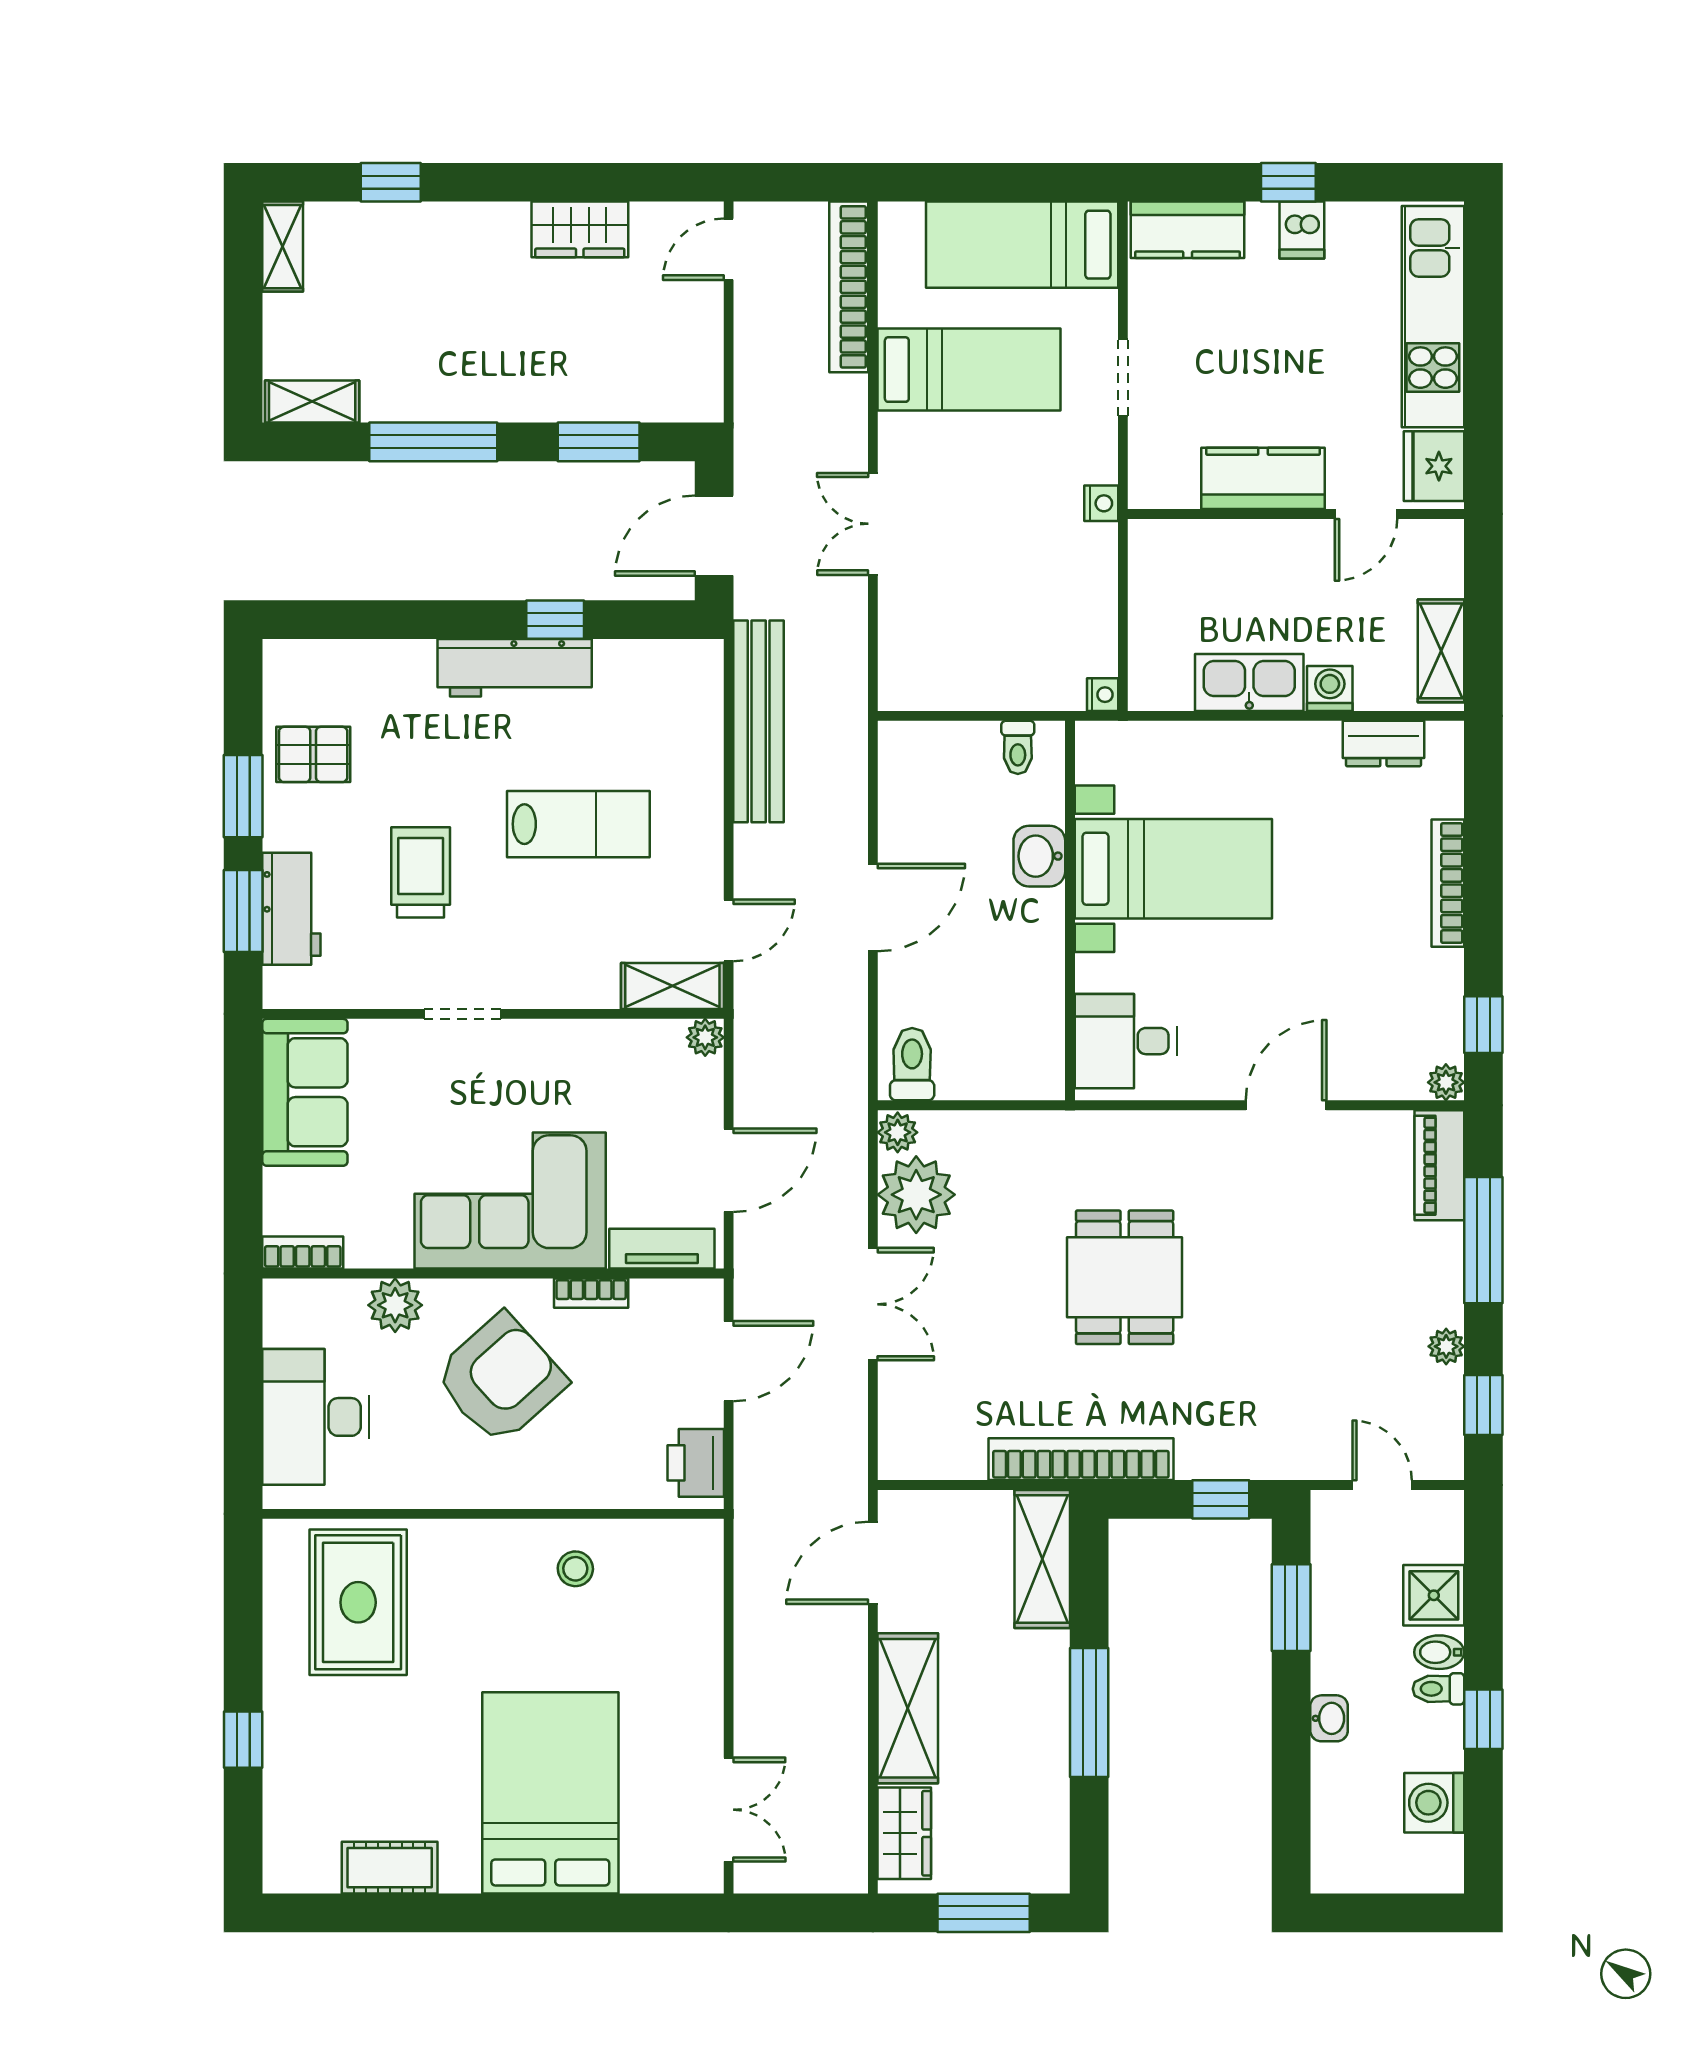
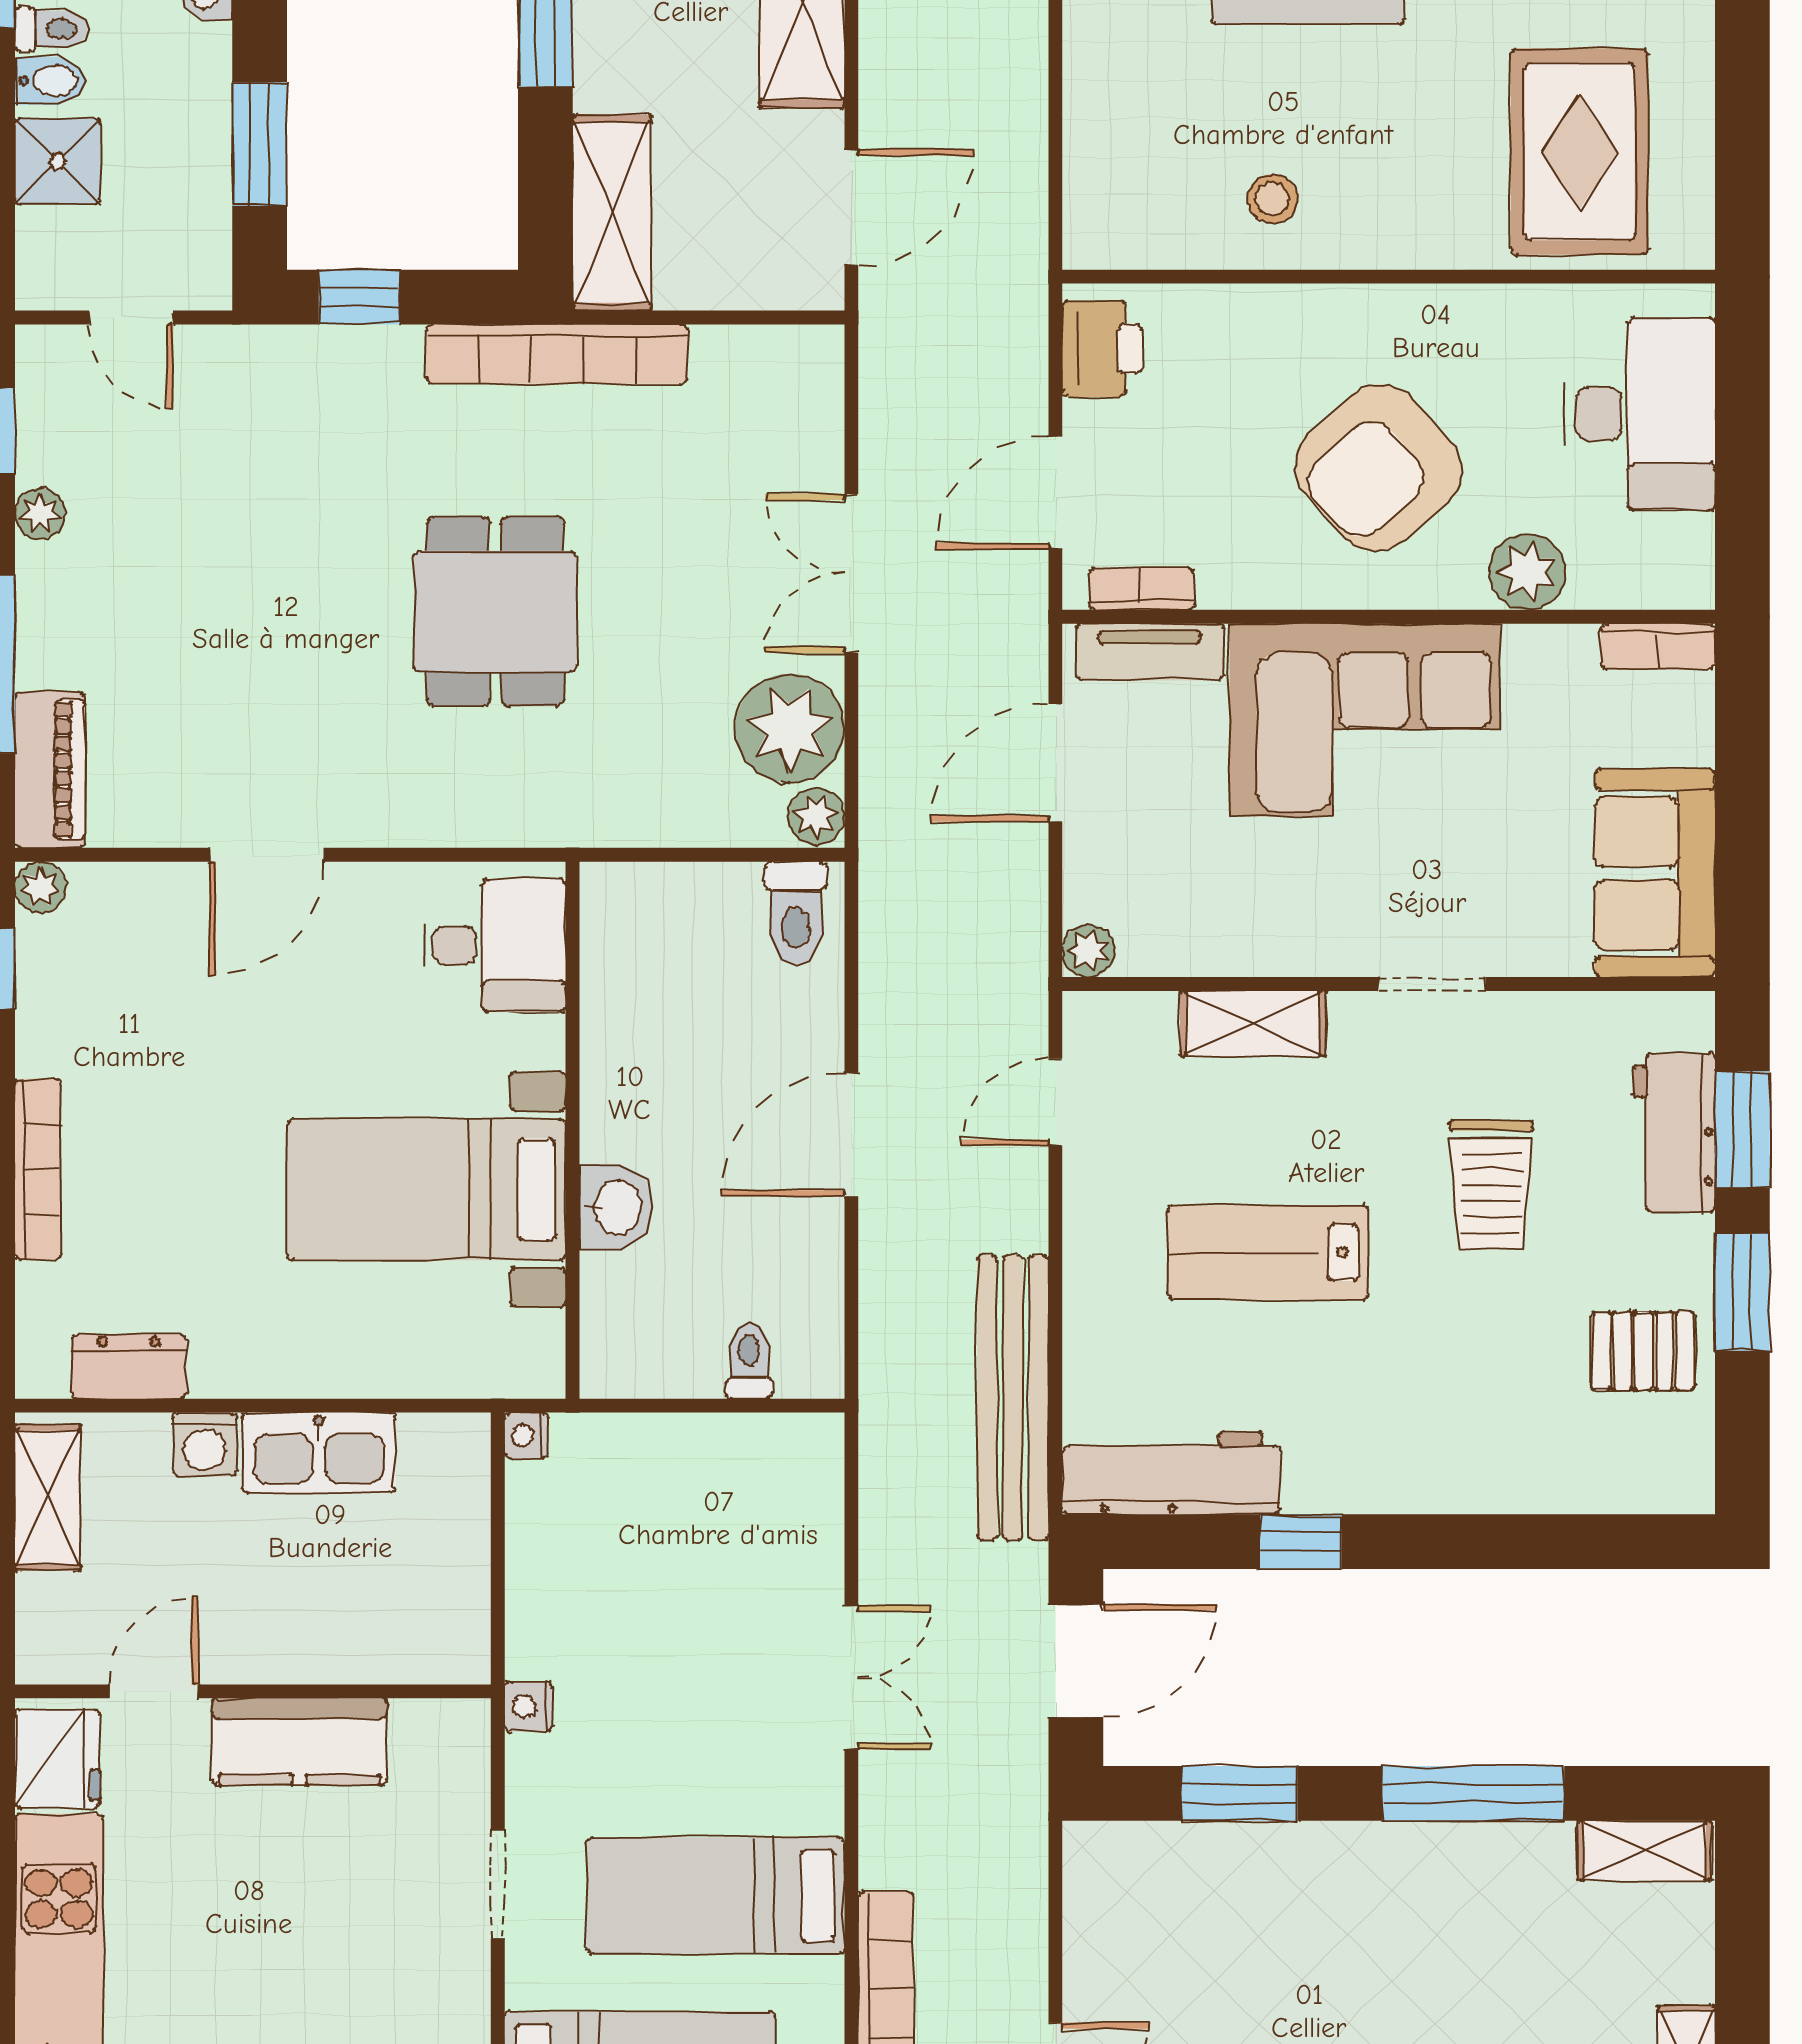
workbench: (515, 668) -> (1171, 1474), moved
toilet: (1018, 747) -> (749, 1361), moved
shelving: (672, 986) -> (1253, 1023), moved
bookcase: (591, 1293) -> (1141, 589), moved

